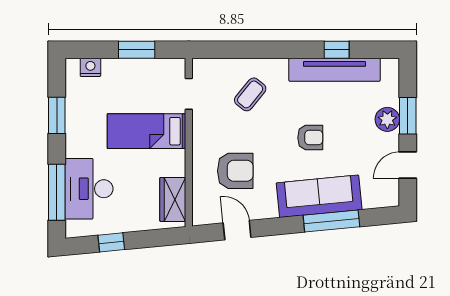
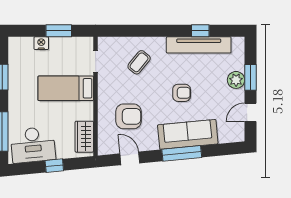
nightstand: (90, 67) -> (41, 43), moved
desk: (89, 189) -> (33, 145), moved, turned -96
window: (331, 221) -> (182, 153), moved
window: (111, 242) -> (54, 166), moved

